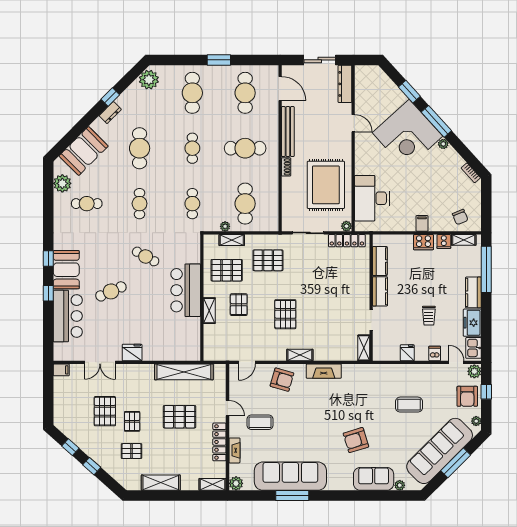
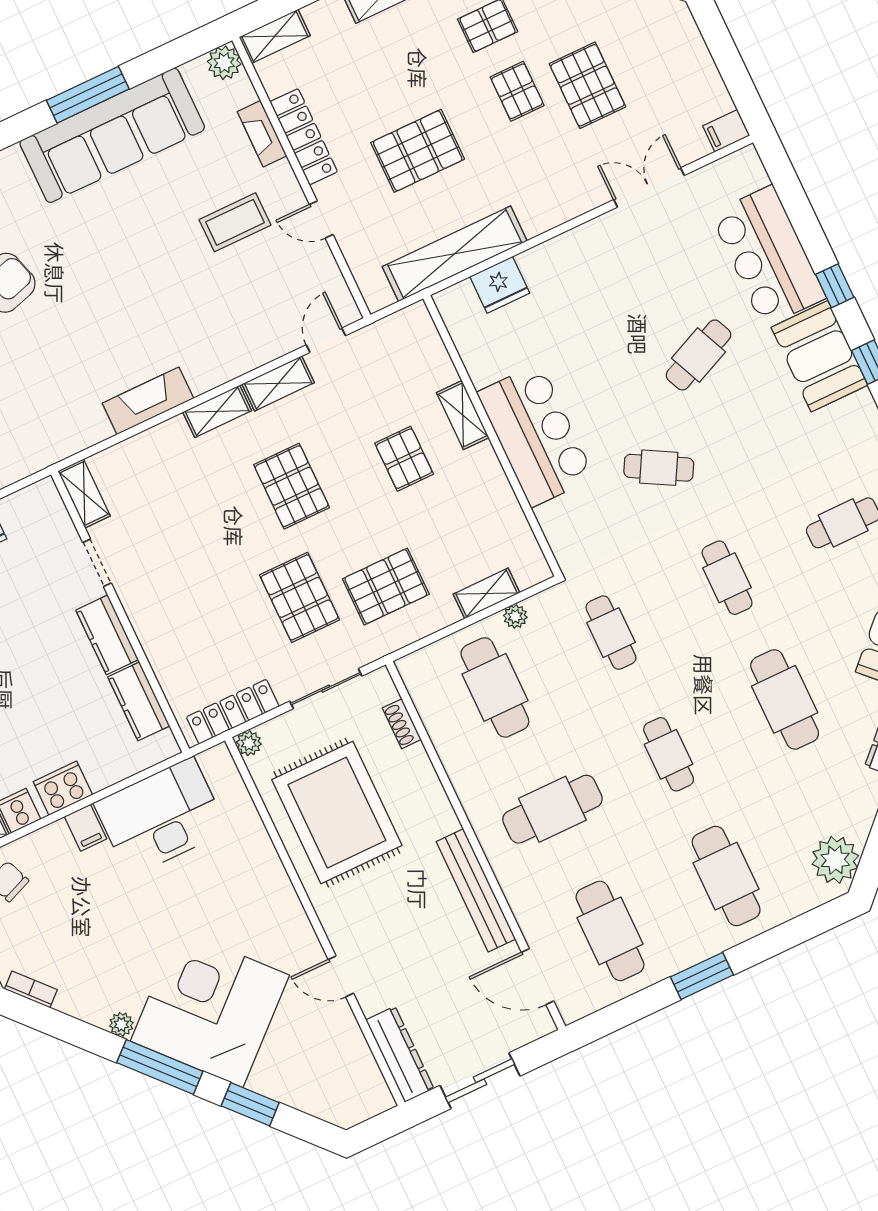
shoe rack: (286, 167) -> (402, 724), moved
desk: (372, 198) -> (161, 817), moved, turned -90
pallet: (227, 270) -> (300, 597), moved, turned 90
fridge: (132, 352) -> (500, 285), moved
shelving: (272, 355) -> (278, 383), added
armchair: (282, 380) -> (231, 339), removed

